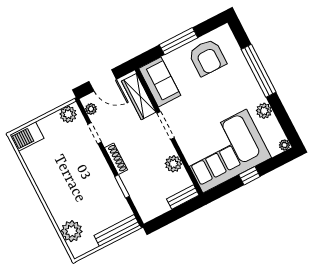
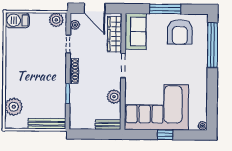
window: (259, 71) -> (213, 45), moved
plant: (264, 111) -> (201, 93), removed

